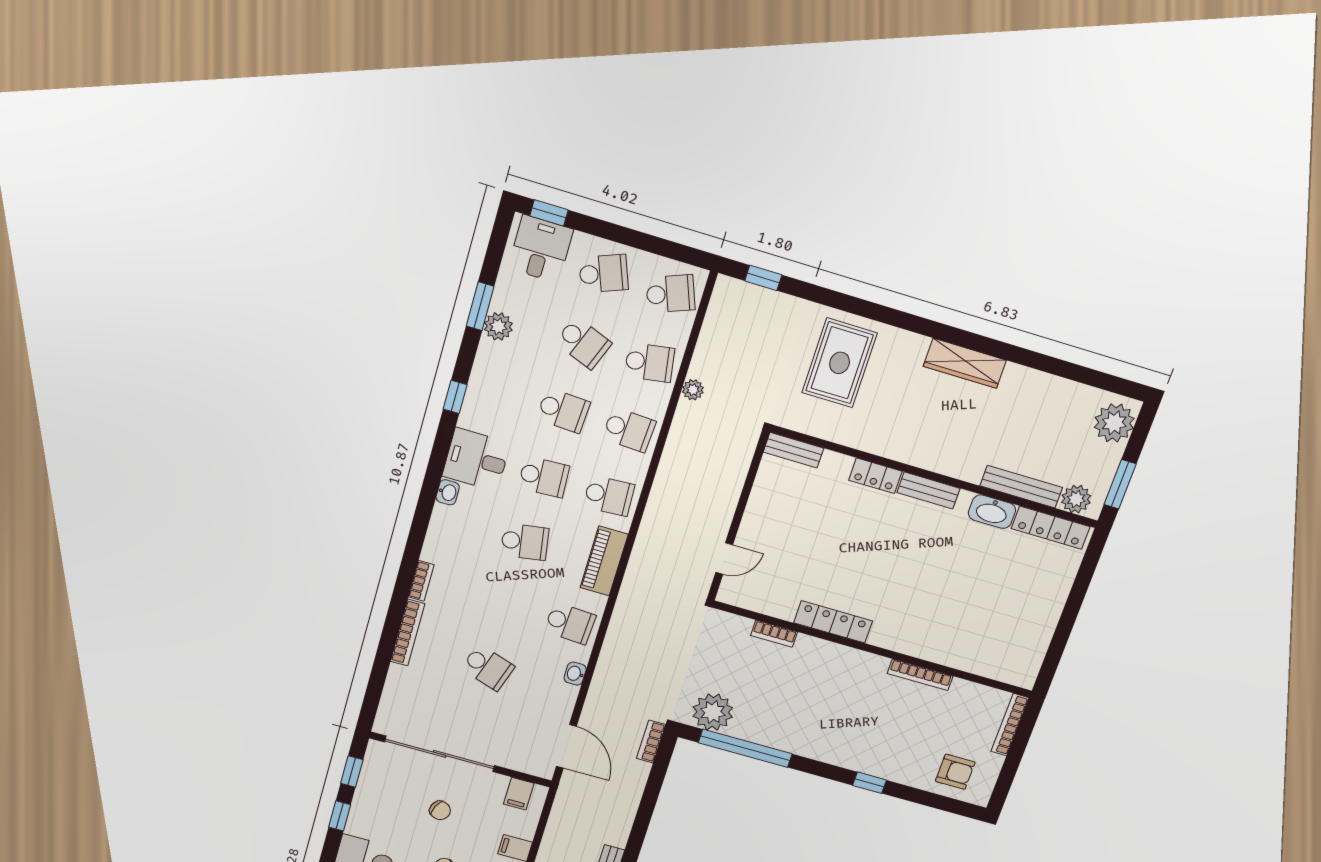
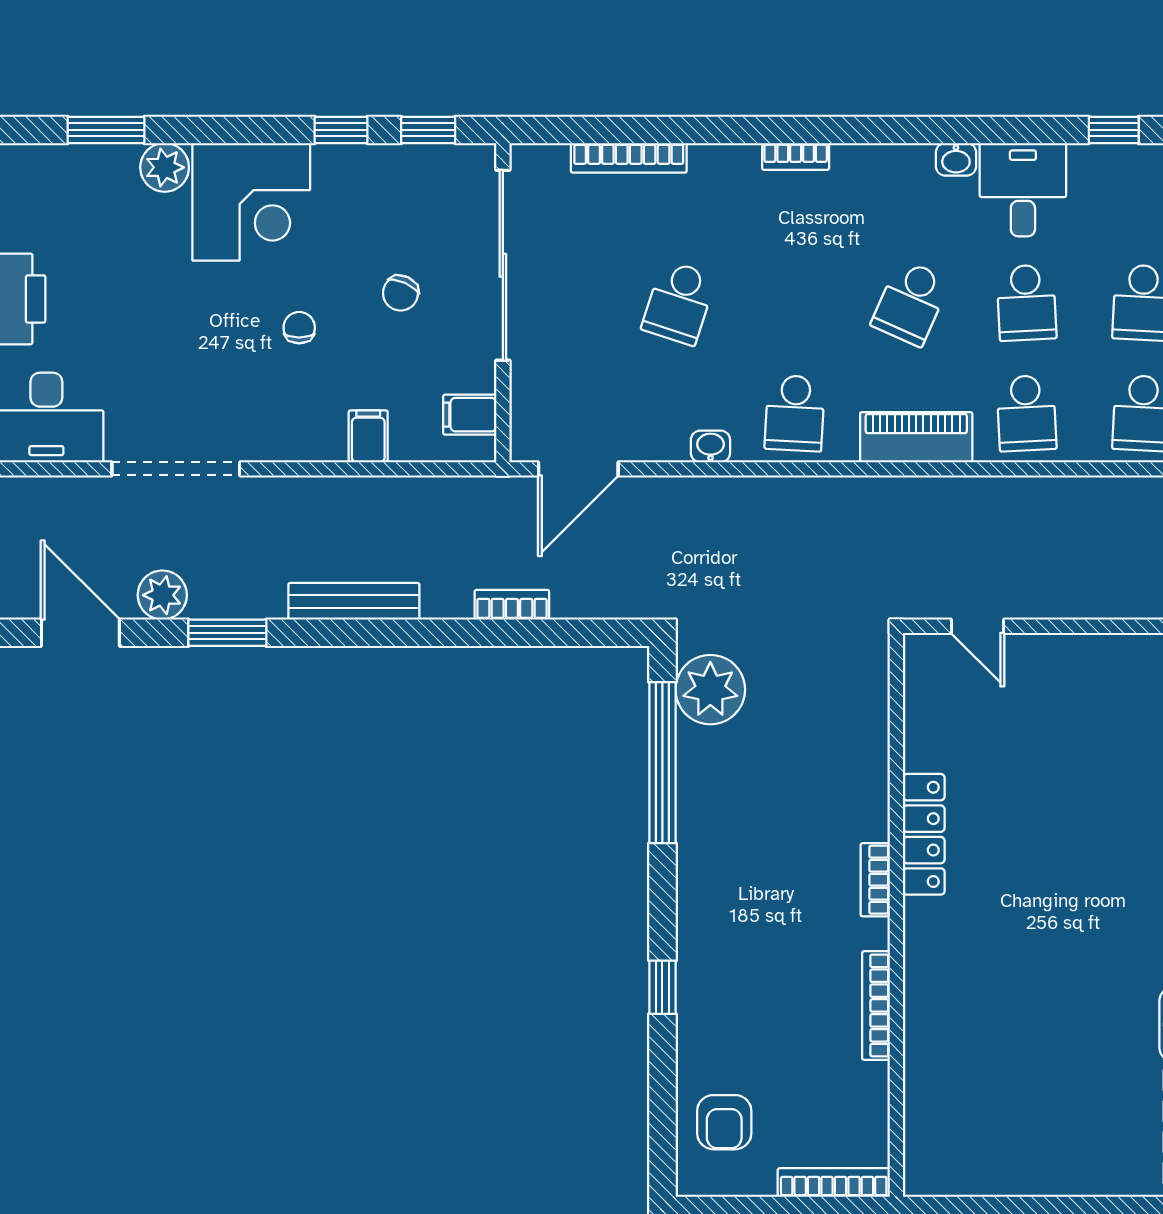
school desk: (525, 542) -> (911, 303), turned 33
bookcase: (408, 633) -> (629, 158), moved
bookcase: (774, 634) -> (875, 880), moved
bookcase: (651, 741) -> (512, 605), moved

